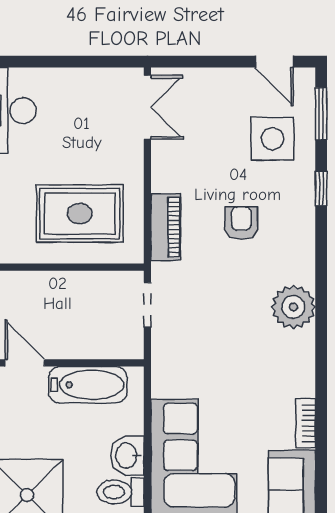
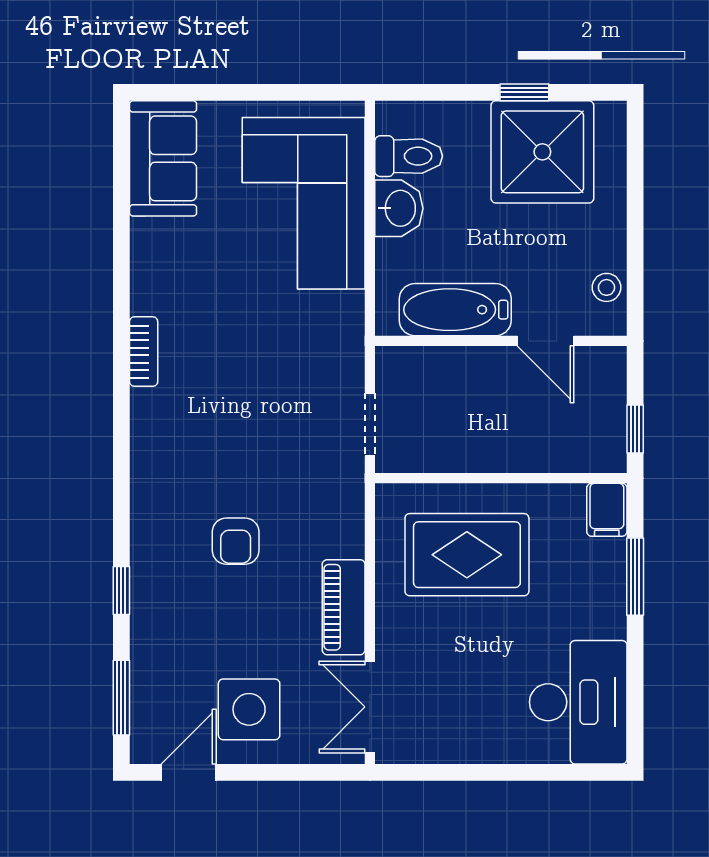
door: (274, 62) -> (189, 772), hinge flipped
side table: (272, 139) -> (249, 709), moved
piano: (166, 227) -> (344, 607), moved
plant: (293, 307) -> (161, 421), removed
bookcase: (306, 423) -> (144, 352), moved

